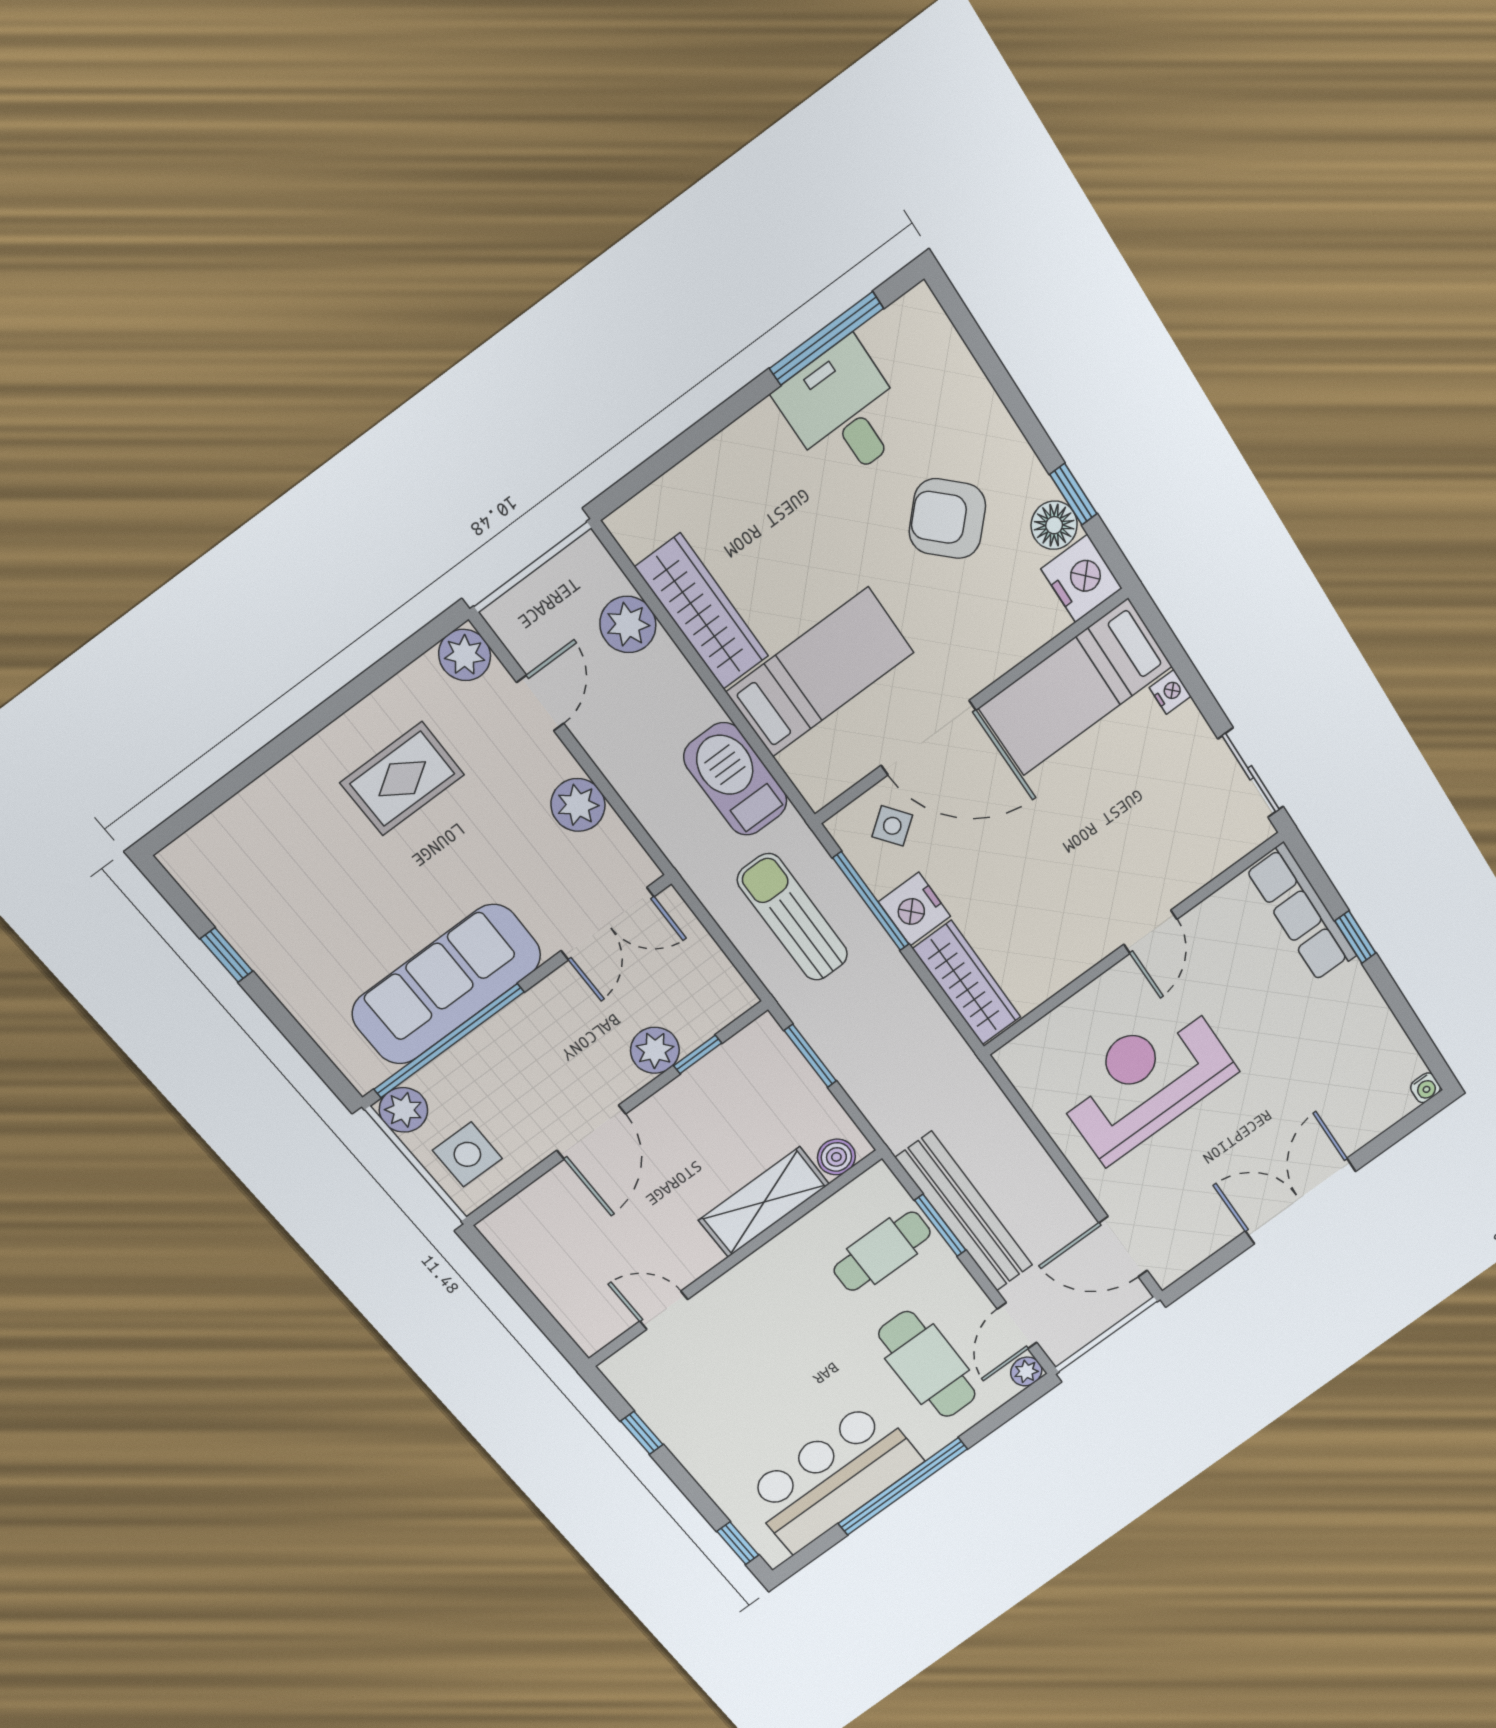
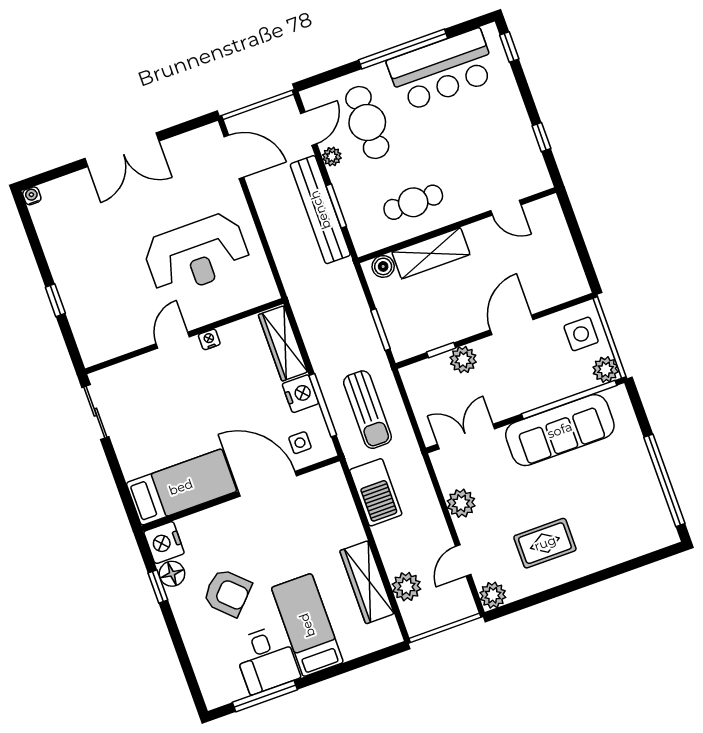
bed: (820, 672) -> (307, 625), moved, turned 90
nightstand: (1170, 692) -> (209, 339), moved, turned 90
side table: (892, 826) -> (300, 443), turned 37
row of seats: (1302, 913) -> (84, 324), removed
window: (227, 955) -> (664, 480), width x3.17
cafe table: (882, 1251) -> (413, 202), moved
plant: (1026, 1371) -> (332, 157), moved

